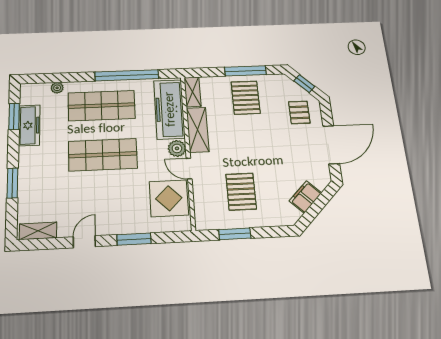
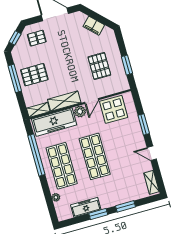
window: (14, 116) -> (98, 214), moved
pallet: (241, 192) -> (99, 66), turned 90

